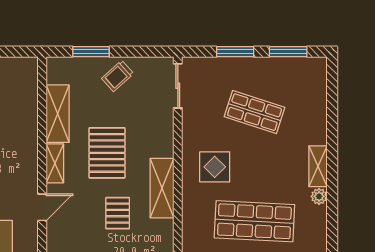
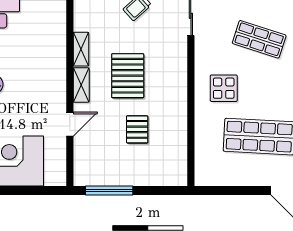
shelving: (58, 114) -> (81, 49), width x0.67, depth x0.75
shelving: (162, 188) -> (177, 107), removed

